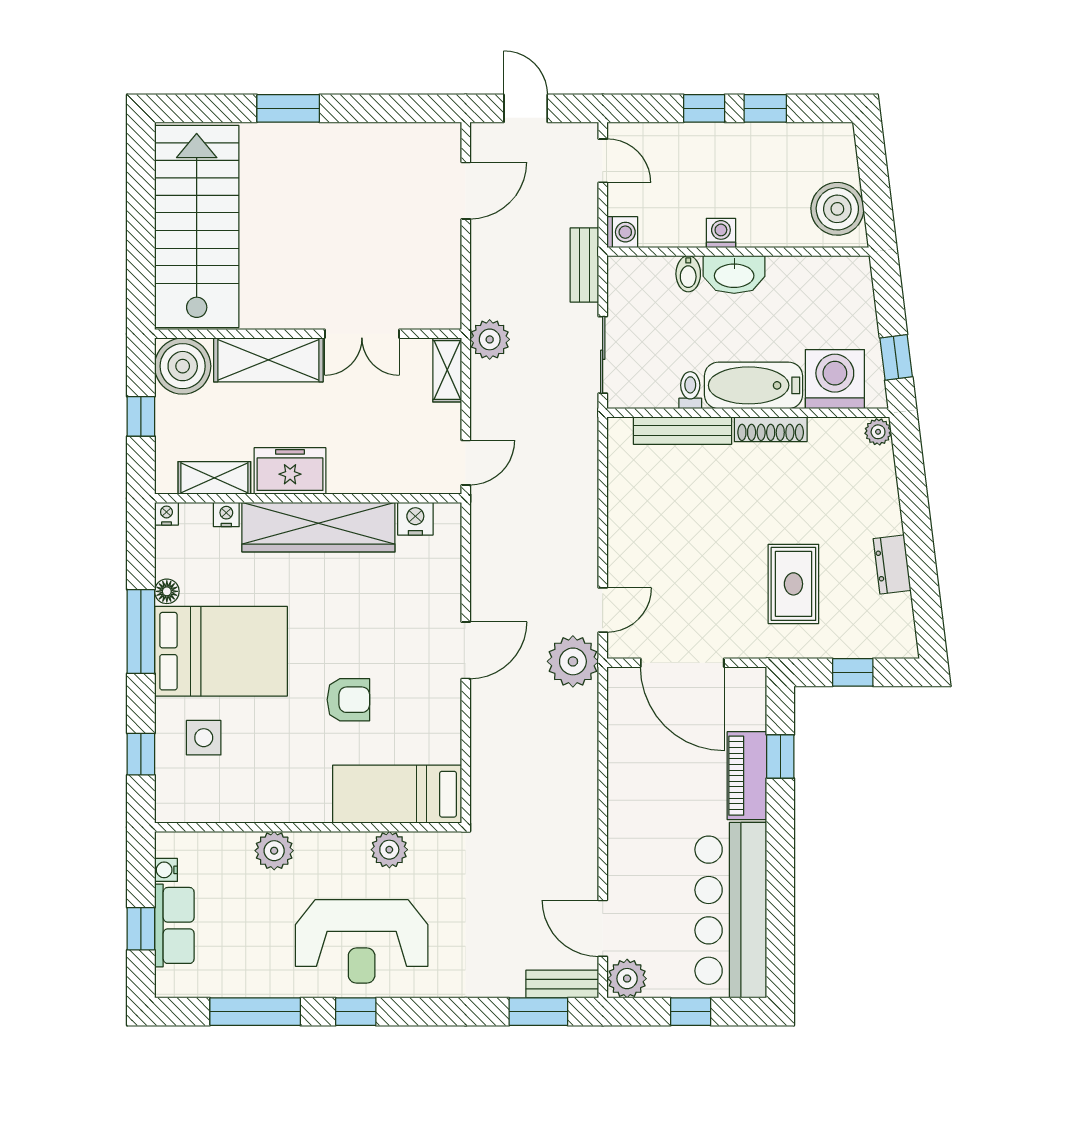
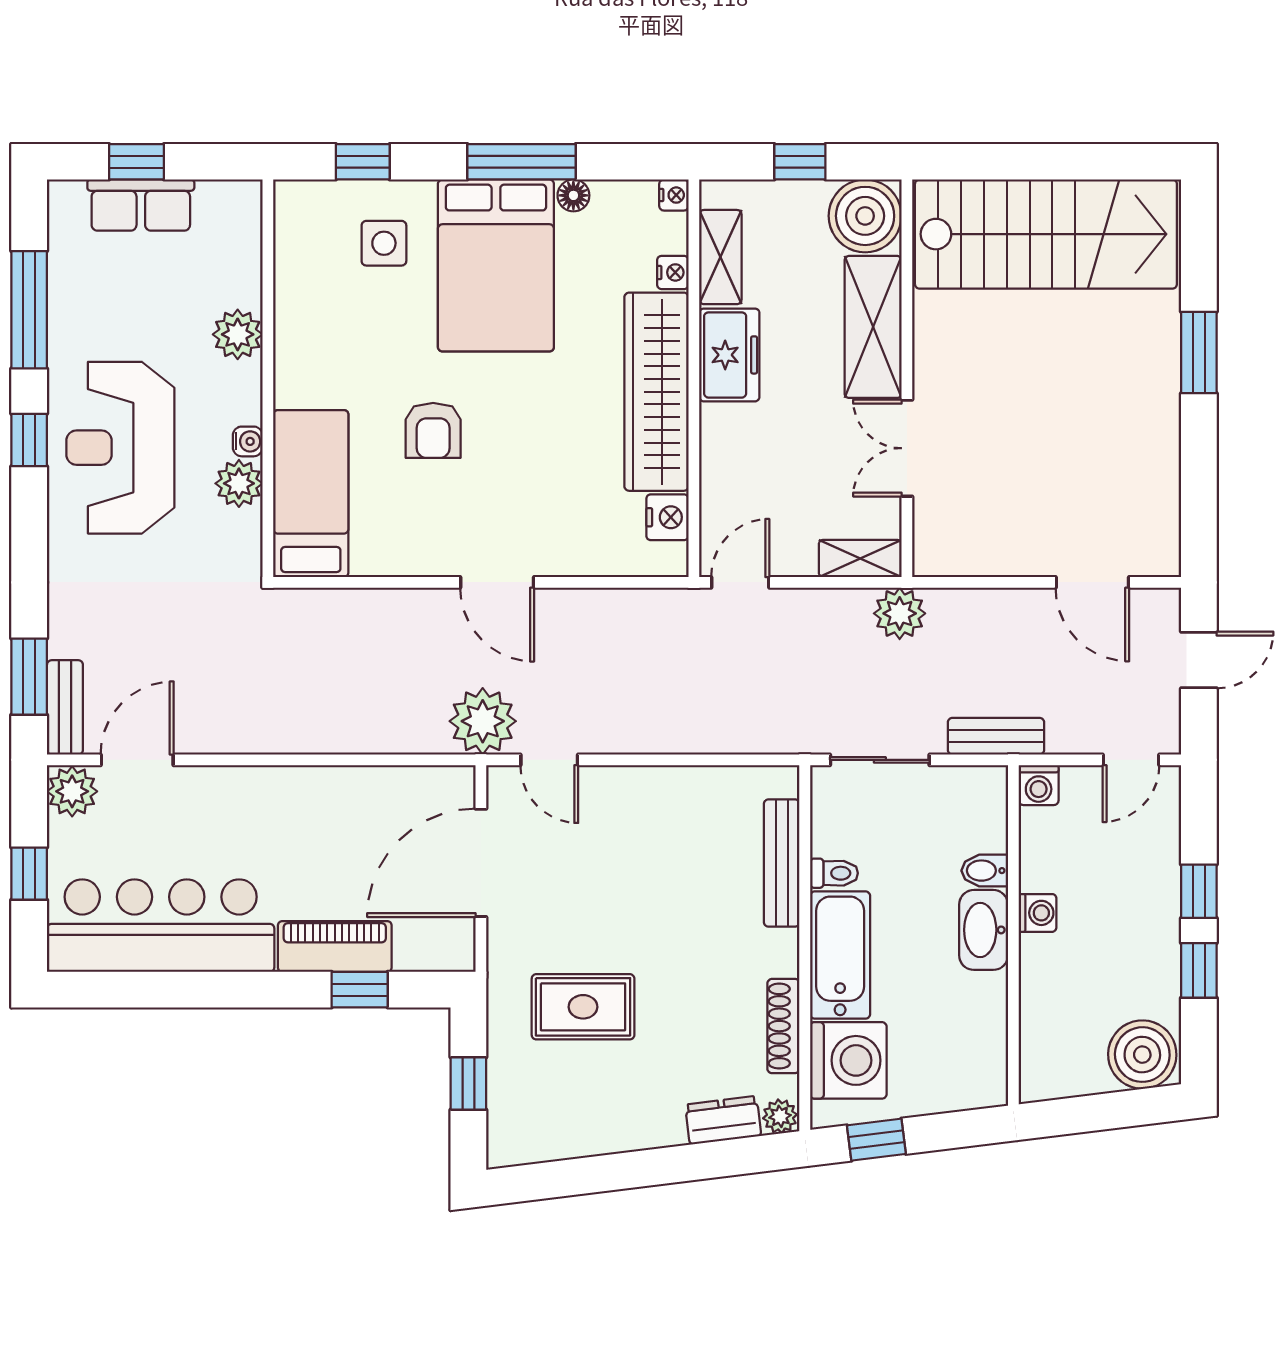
boiler: (837, 209) -> (1142, 1055), moved
shoe rack: (771, 429) -> (783, 1026), moved
door: (466, 463) -> (740, 582), swing flipped
dresser: (892, 564) -> (723, 1120), moved
water cooler: (166, 870) -> (248, 441), moved, turned 90

